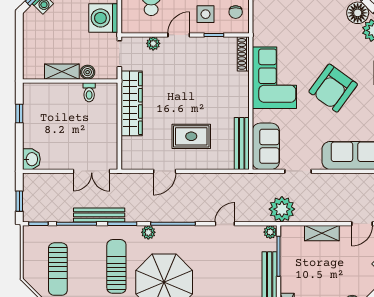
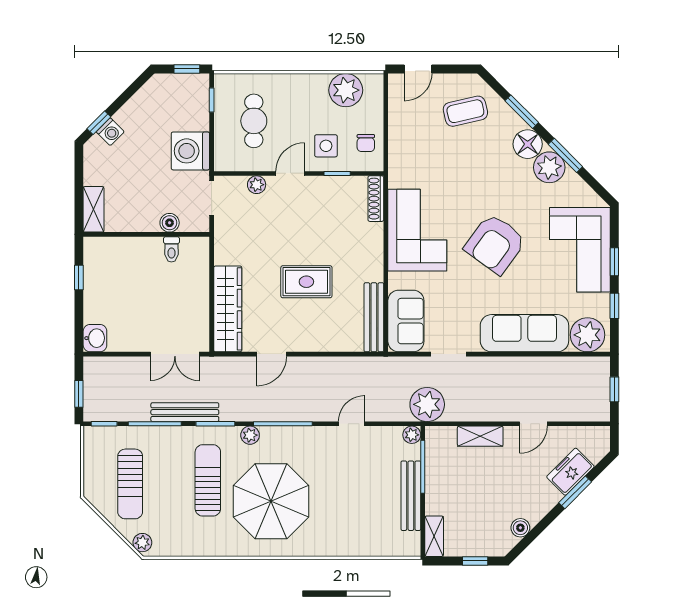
shelving: (62, 72) -> (94, 209), moved, turned 90
wardrobe: (132, 103) -> (228, 309), moved
rug: (191, 136) -> (306, 282), moved

